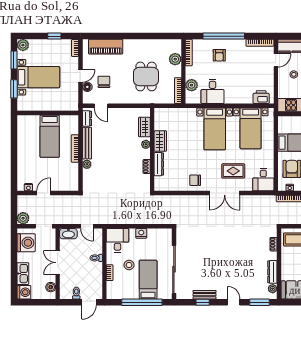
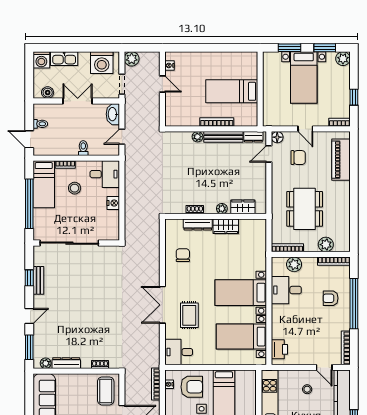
dining table: (146, 76) -> (305, 209), width x1.37
floor lamp: (87, 87) -> (277, 137), moved
chair: (195, 180) -> (183, 255), moved
bed: (148, 280) -> (44, 184), moved, turned 90

